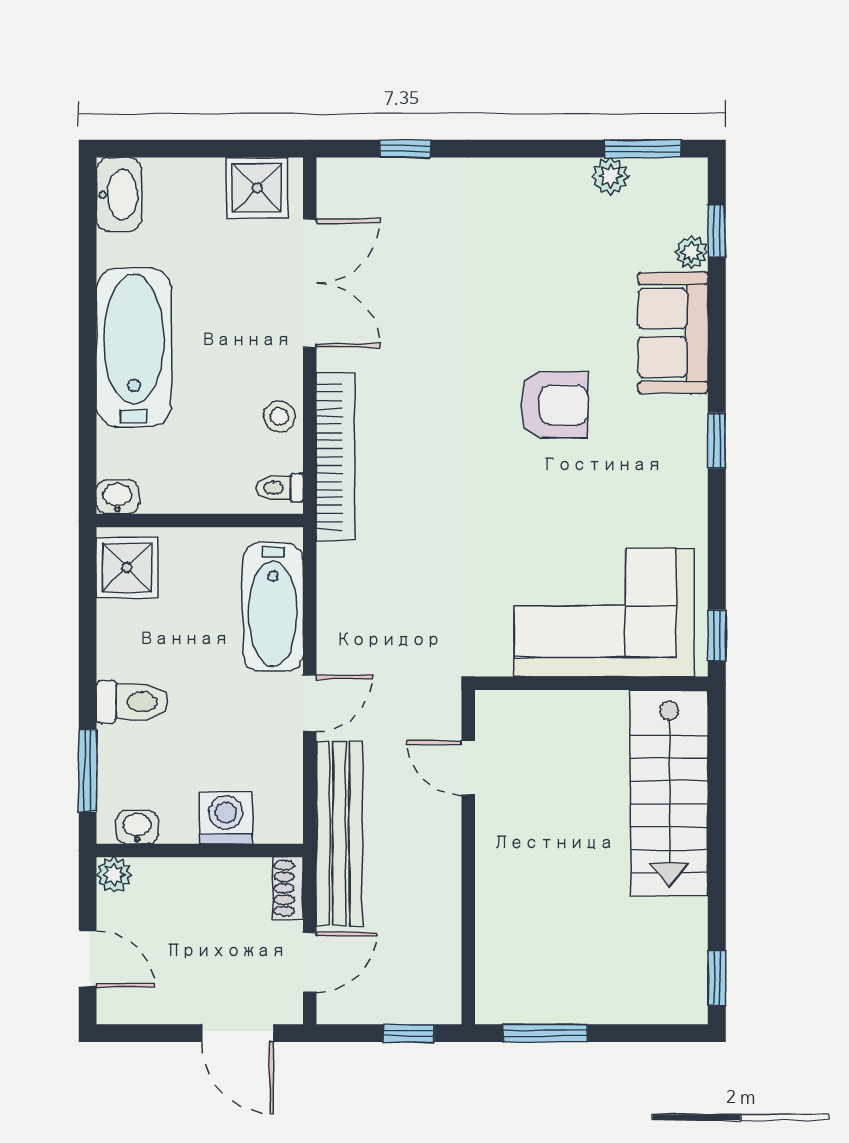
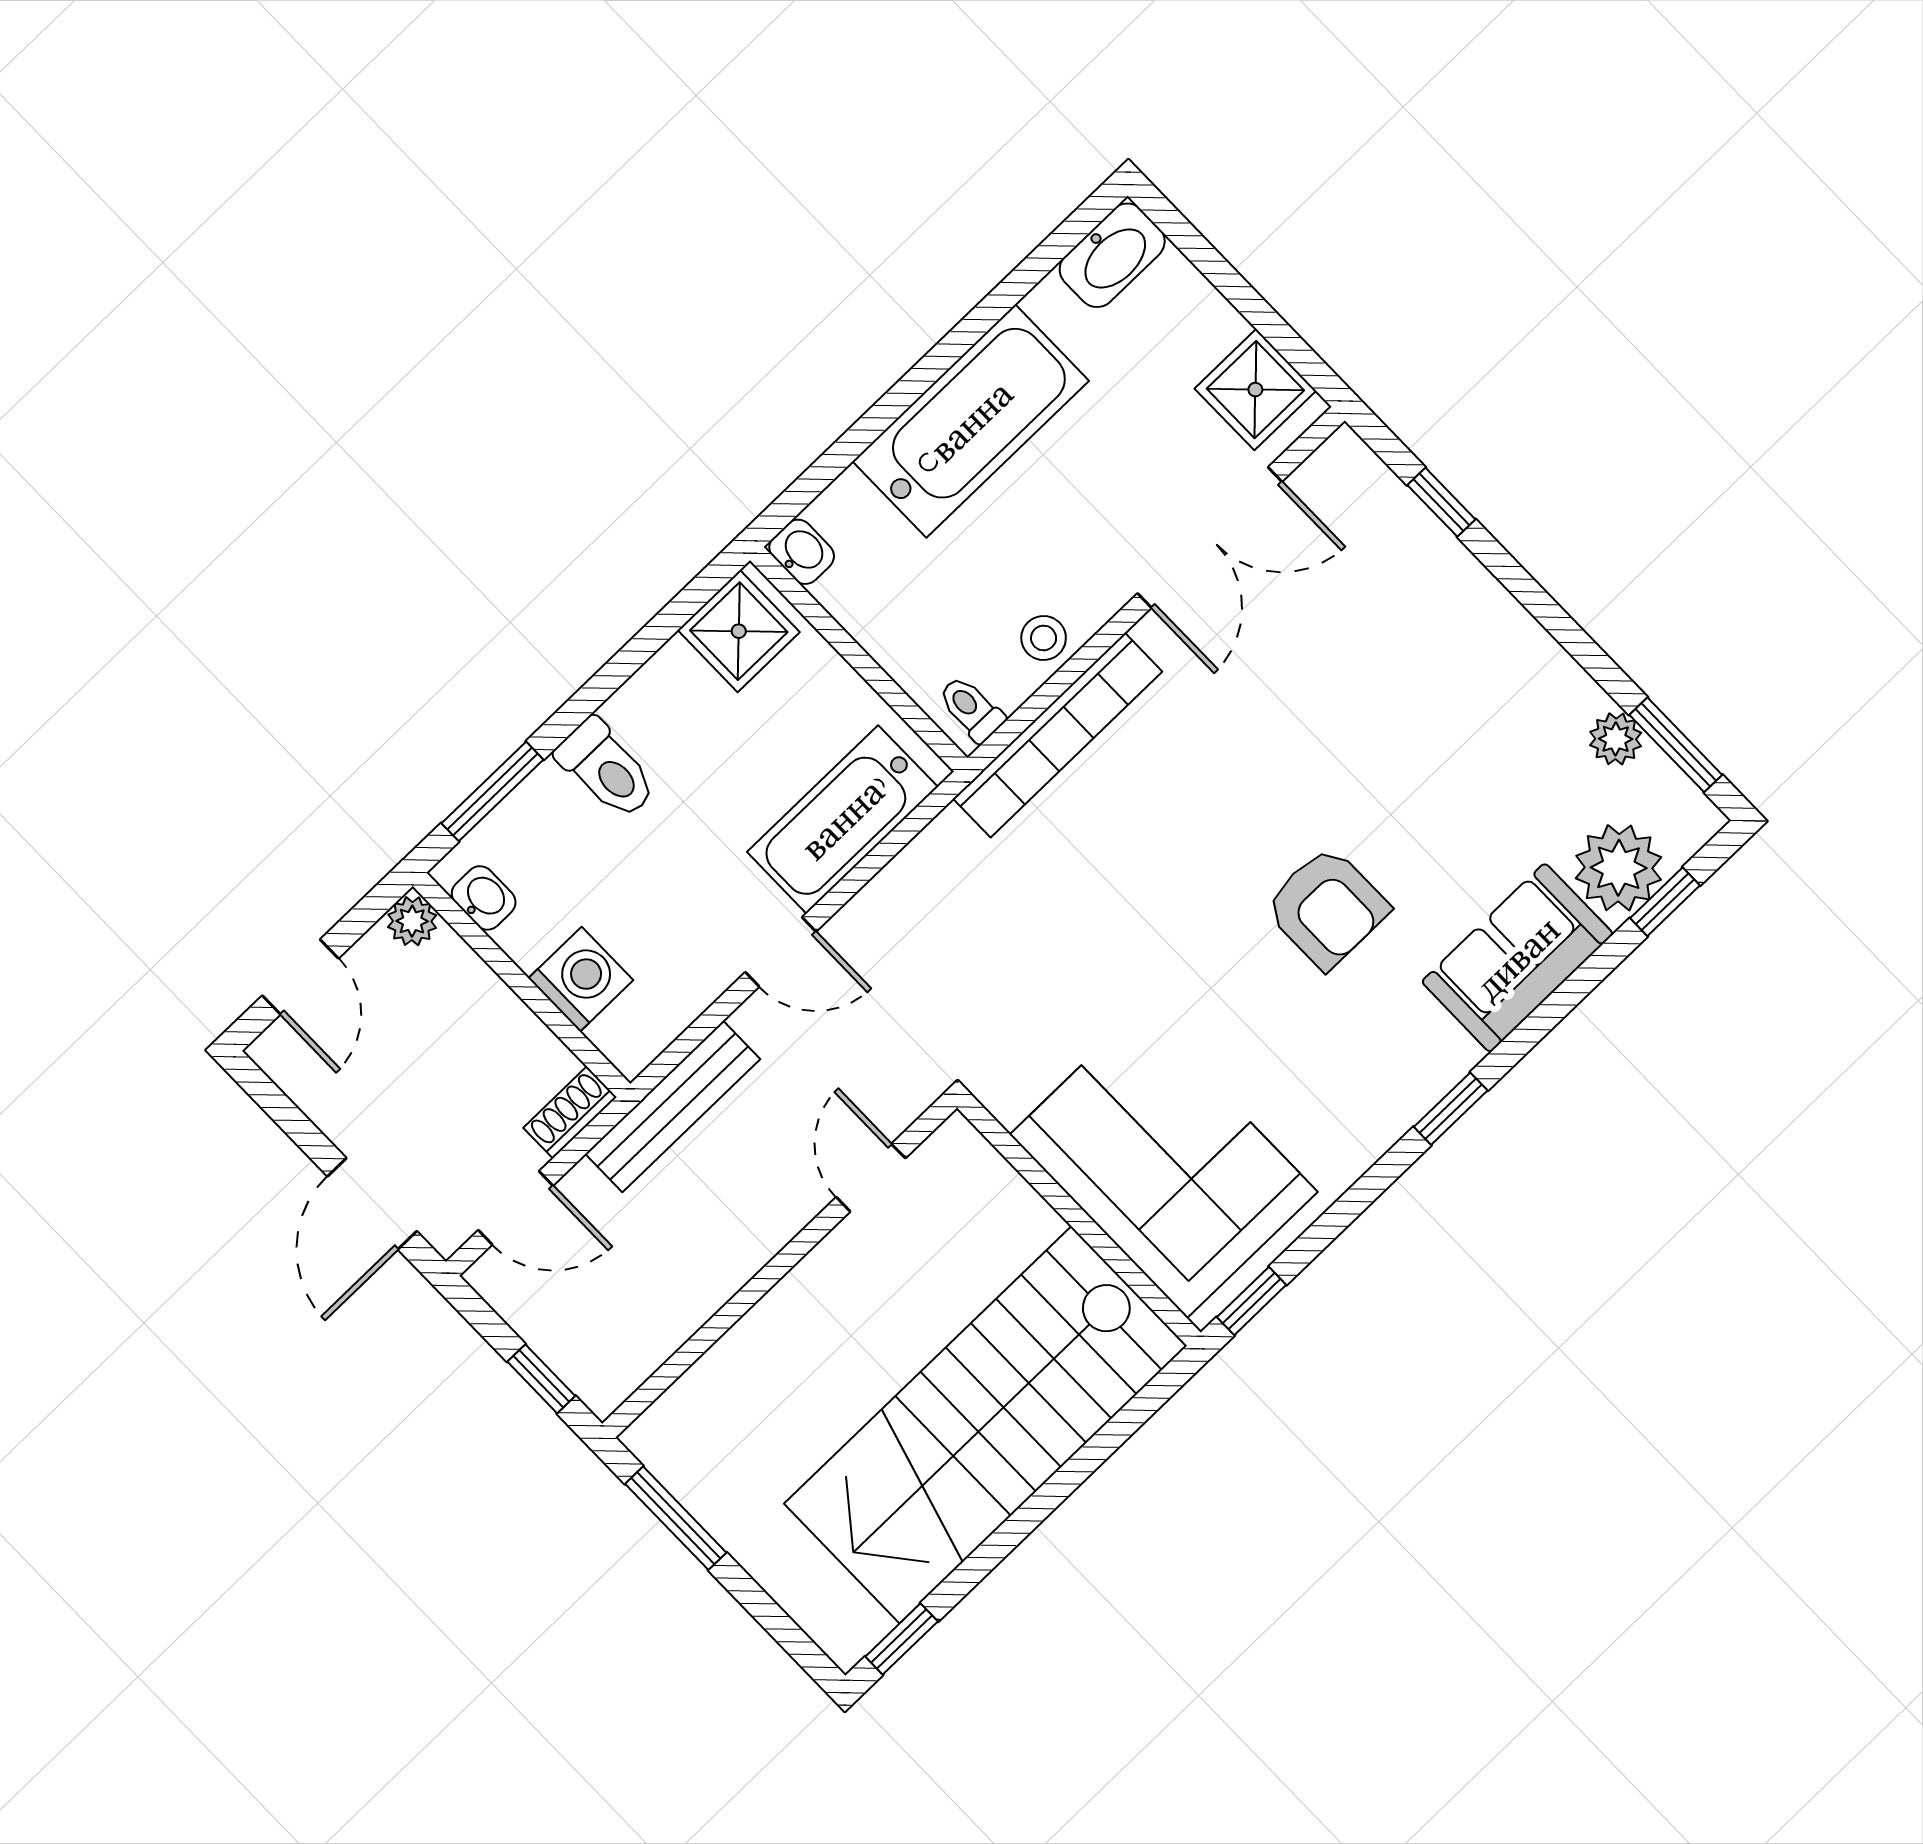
plant: (691, 252) -> (1619, 868), width x1.87, depth x1.87
stairs: (669, 793) -> (986, 1425), width x1.36, depth x1.51
bench: (339, 833) -> (673, 1107), width x0.73, depth x0.82

